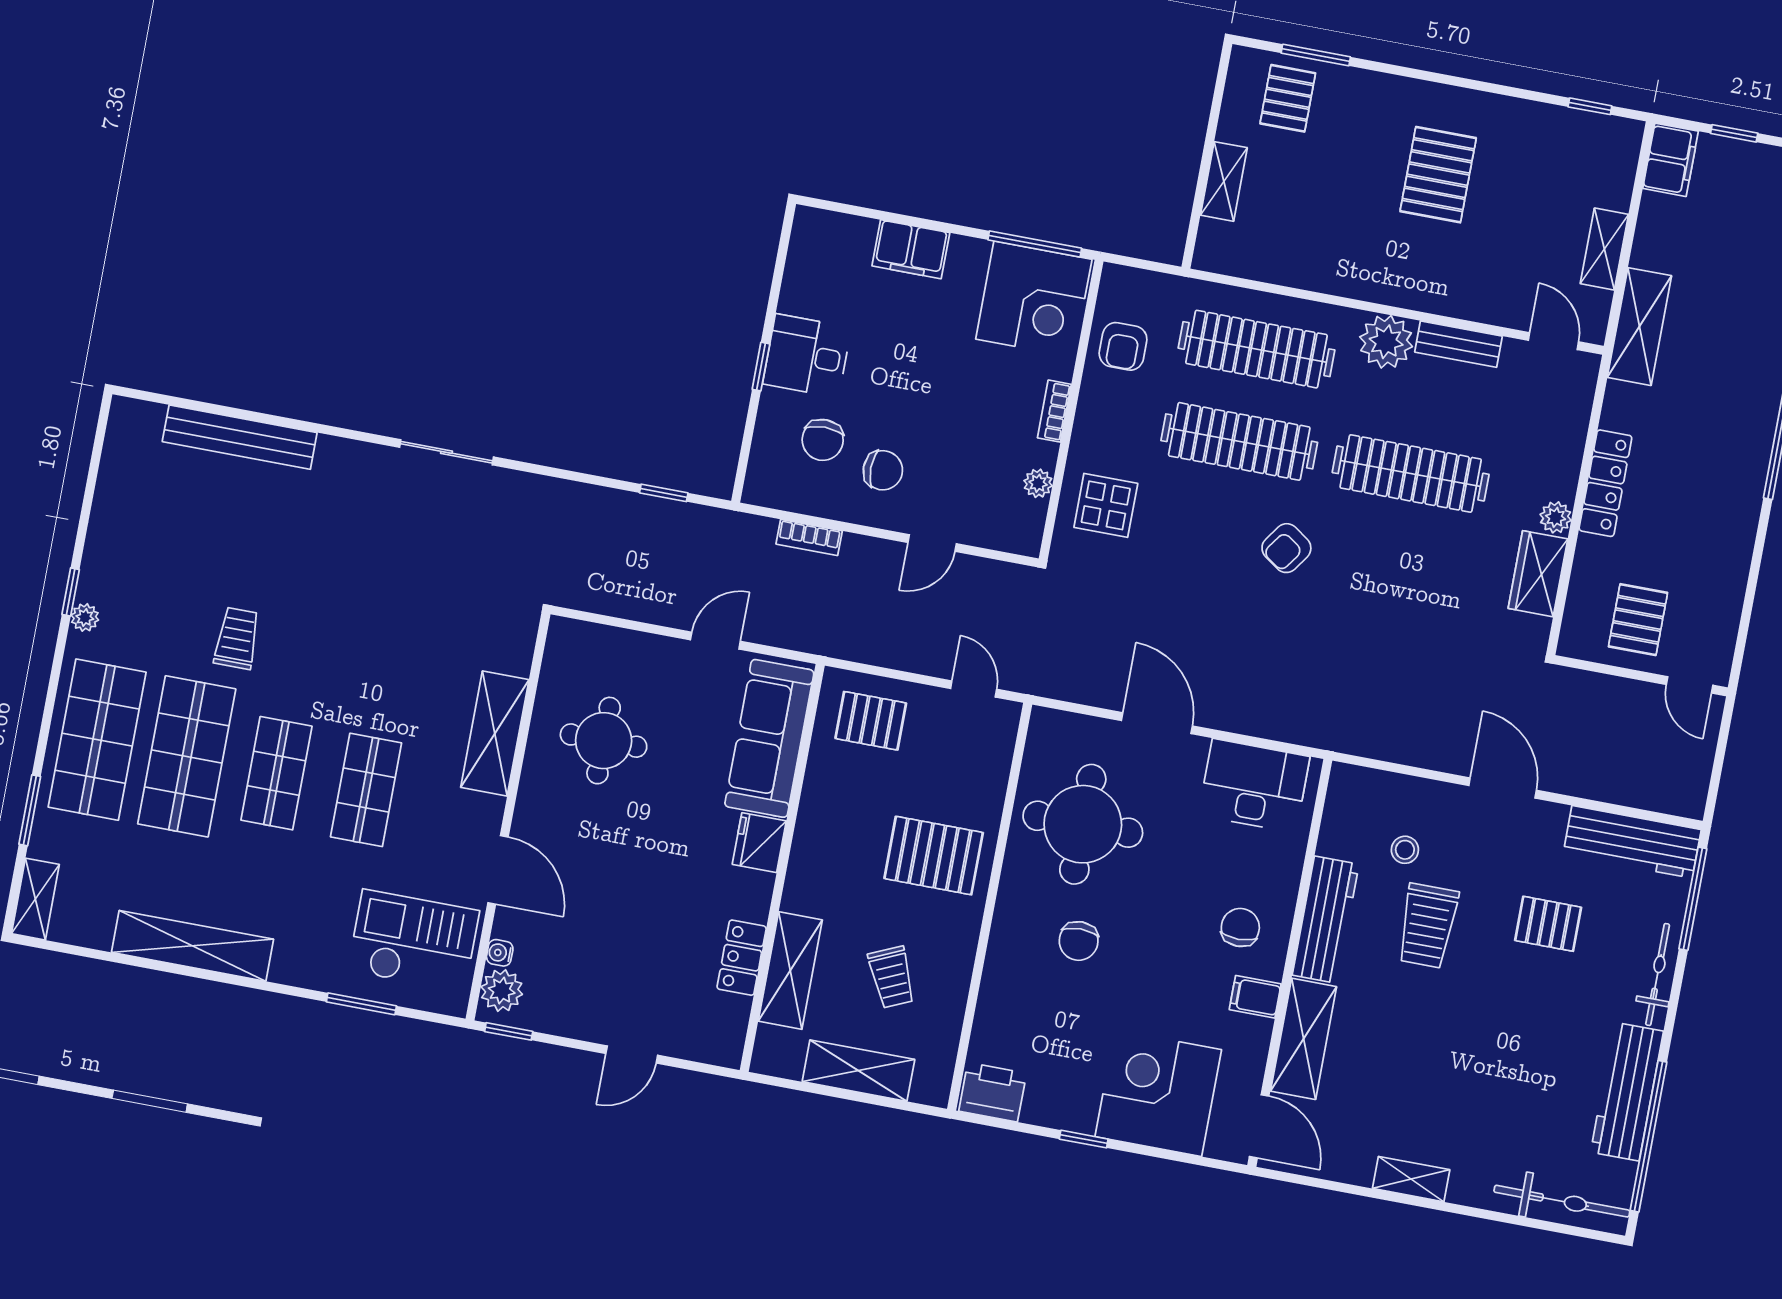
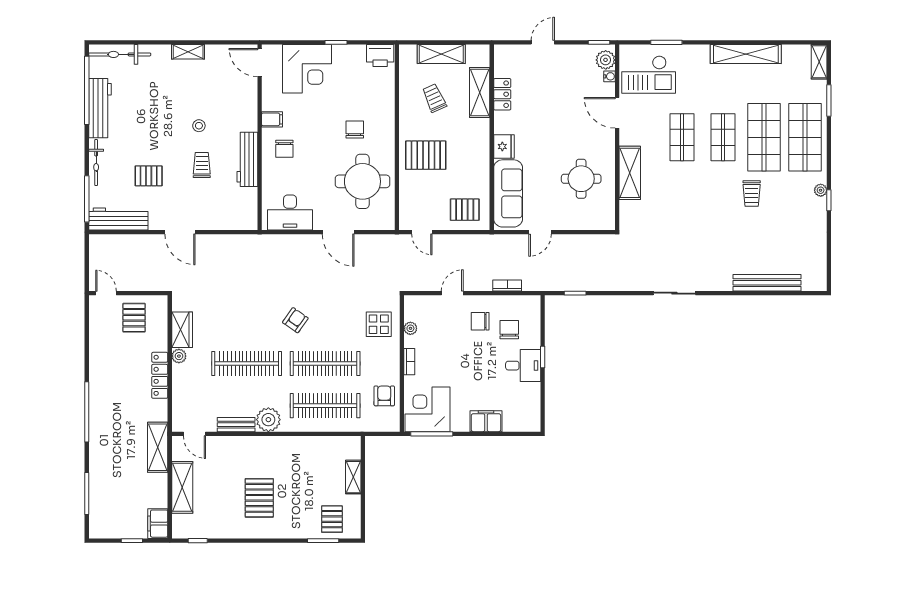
shelving: (1604, 249) -> (182, 487), width x1.50, depth x1.33
stool: (1405, 850) -> (199, 126), moved
trolley: (1428, 926) -> (202, 165), width x0.73, depth x0.72
shelving: (1304, 1039) -> (247, 105), removed

